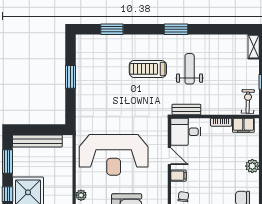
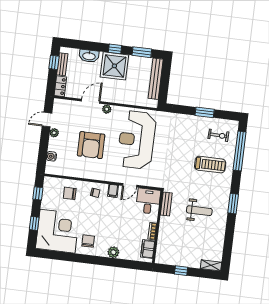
window: (112, 29) -> (240, 151), width x2.11
treadmill: (148, 69) -> (210, 165), moved, turned 90
exercise bike: (248, 101) -> (218, 135), moved

